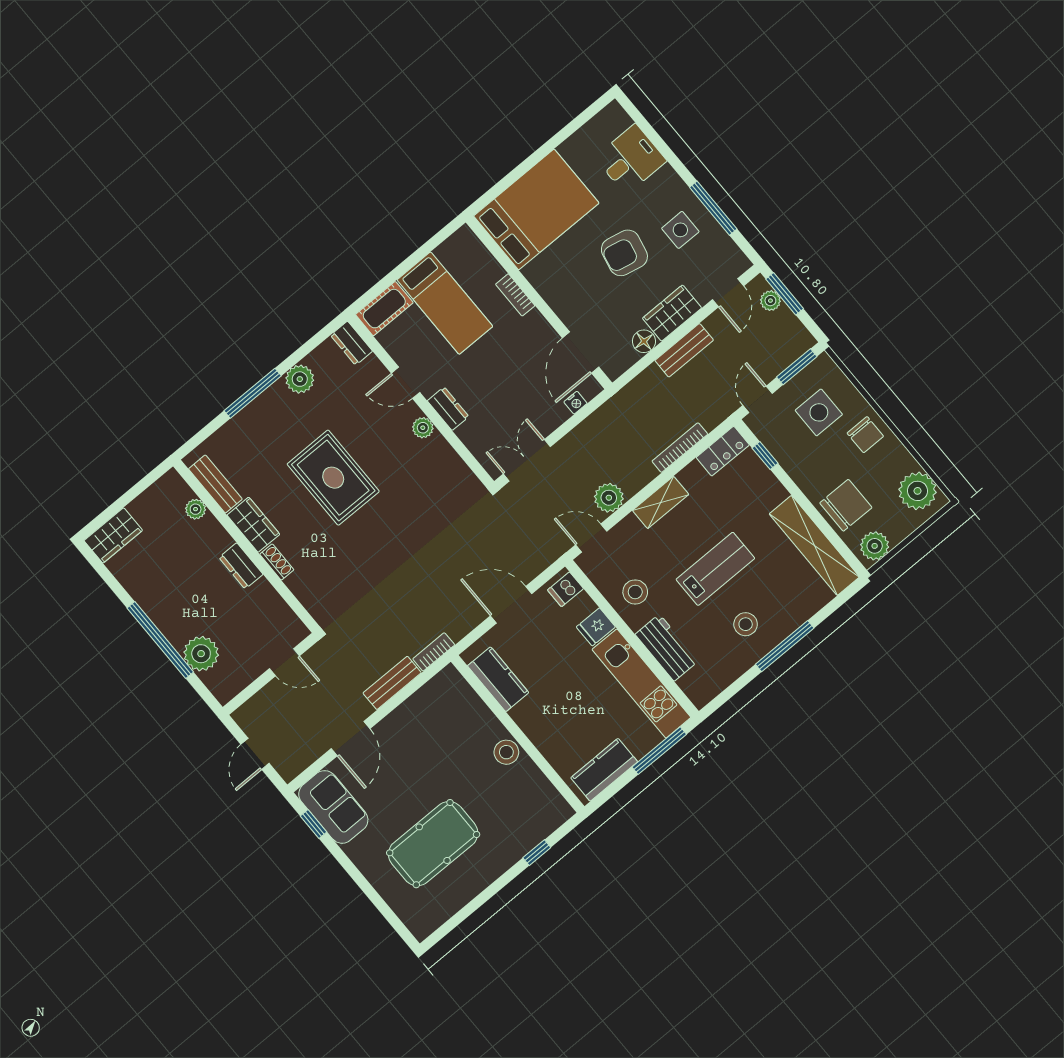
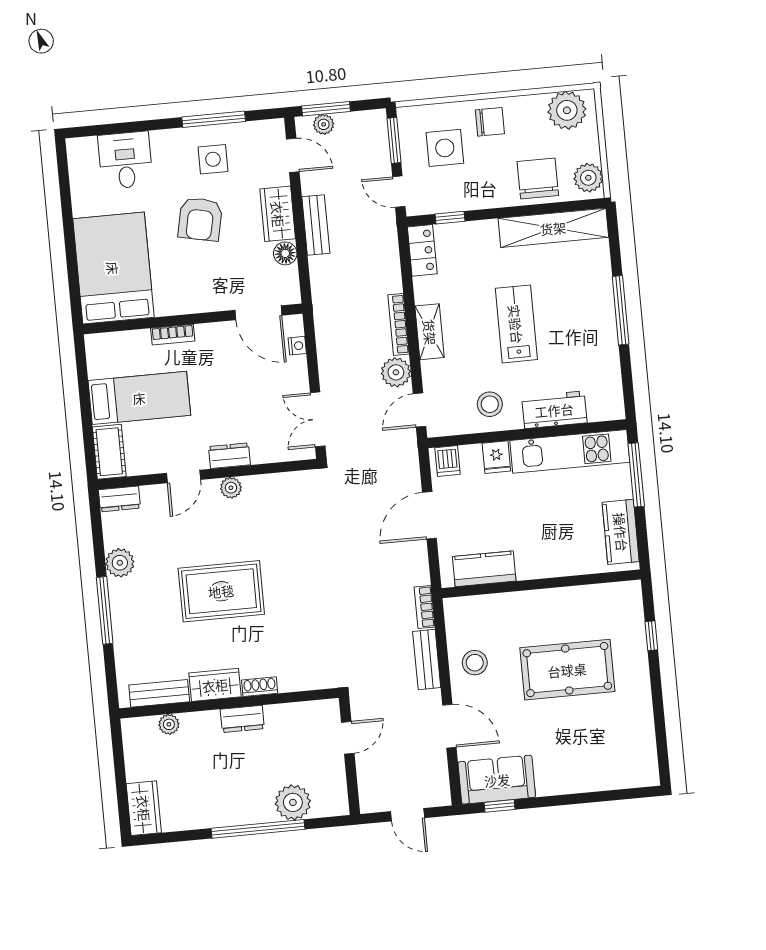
bookcase: (680, 448) -> (398, 324), moved
stool: (746, 624) -> (580, 330), removed
stool: (506, 752) -> (475, 663), moved
pool table: (433, 844) -> (567, 670), moved, turned 90

